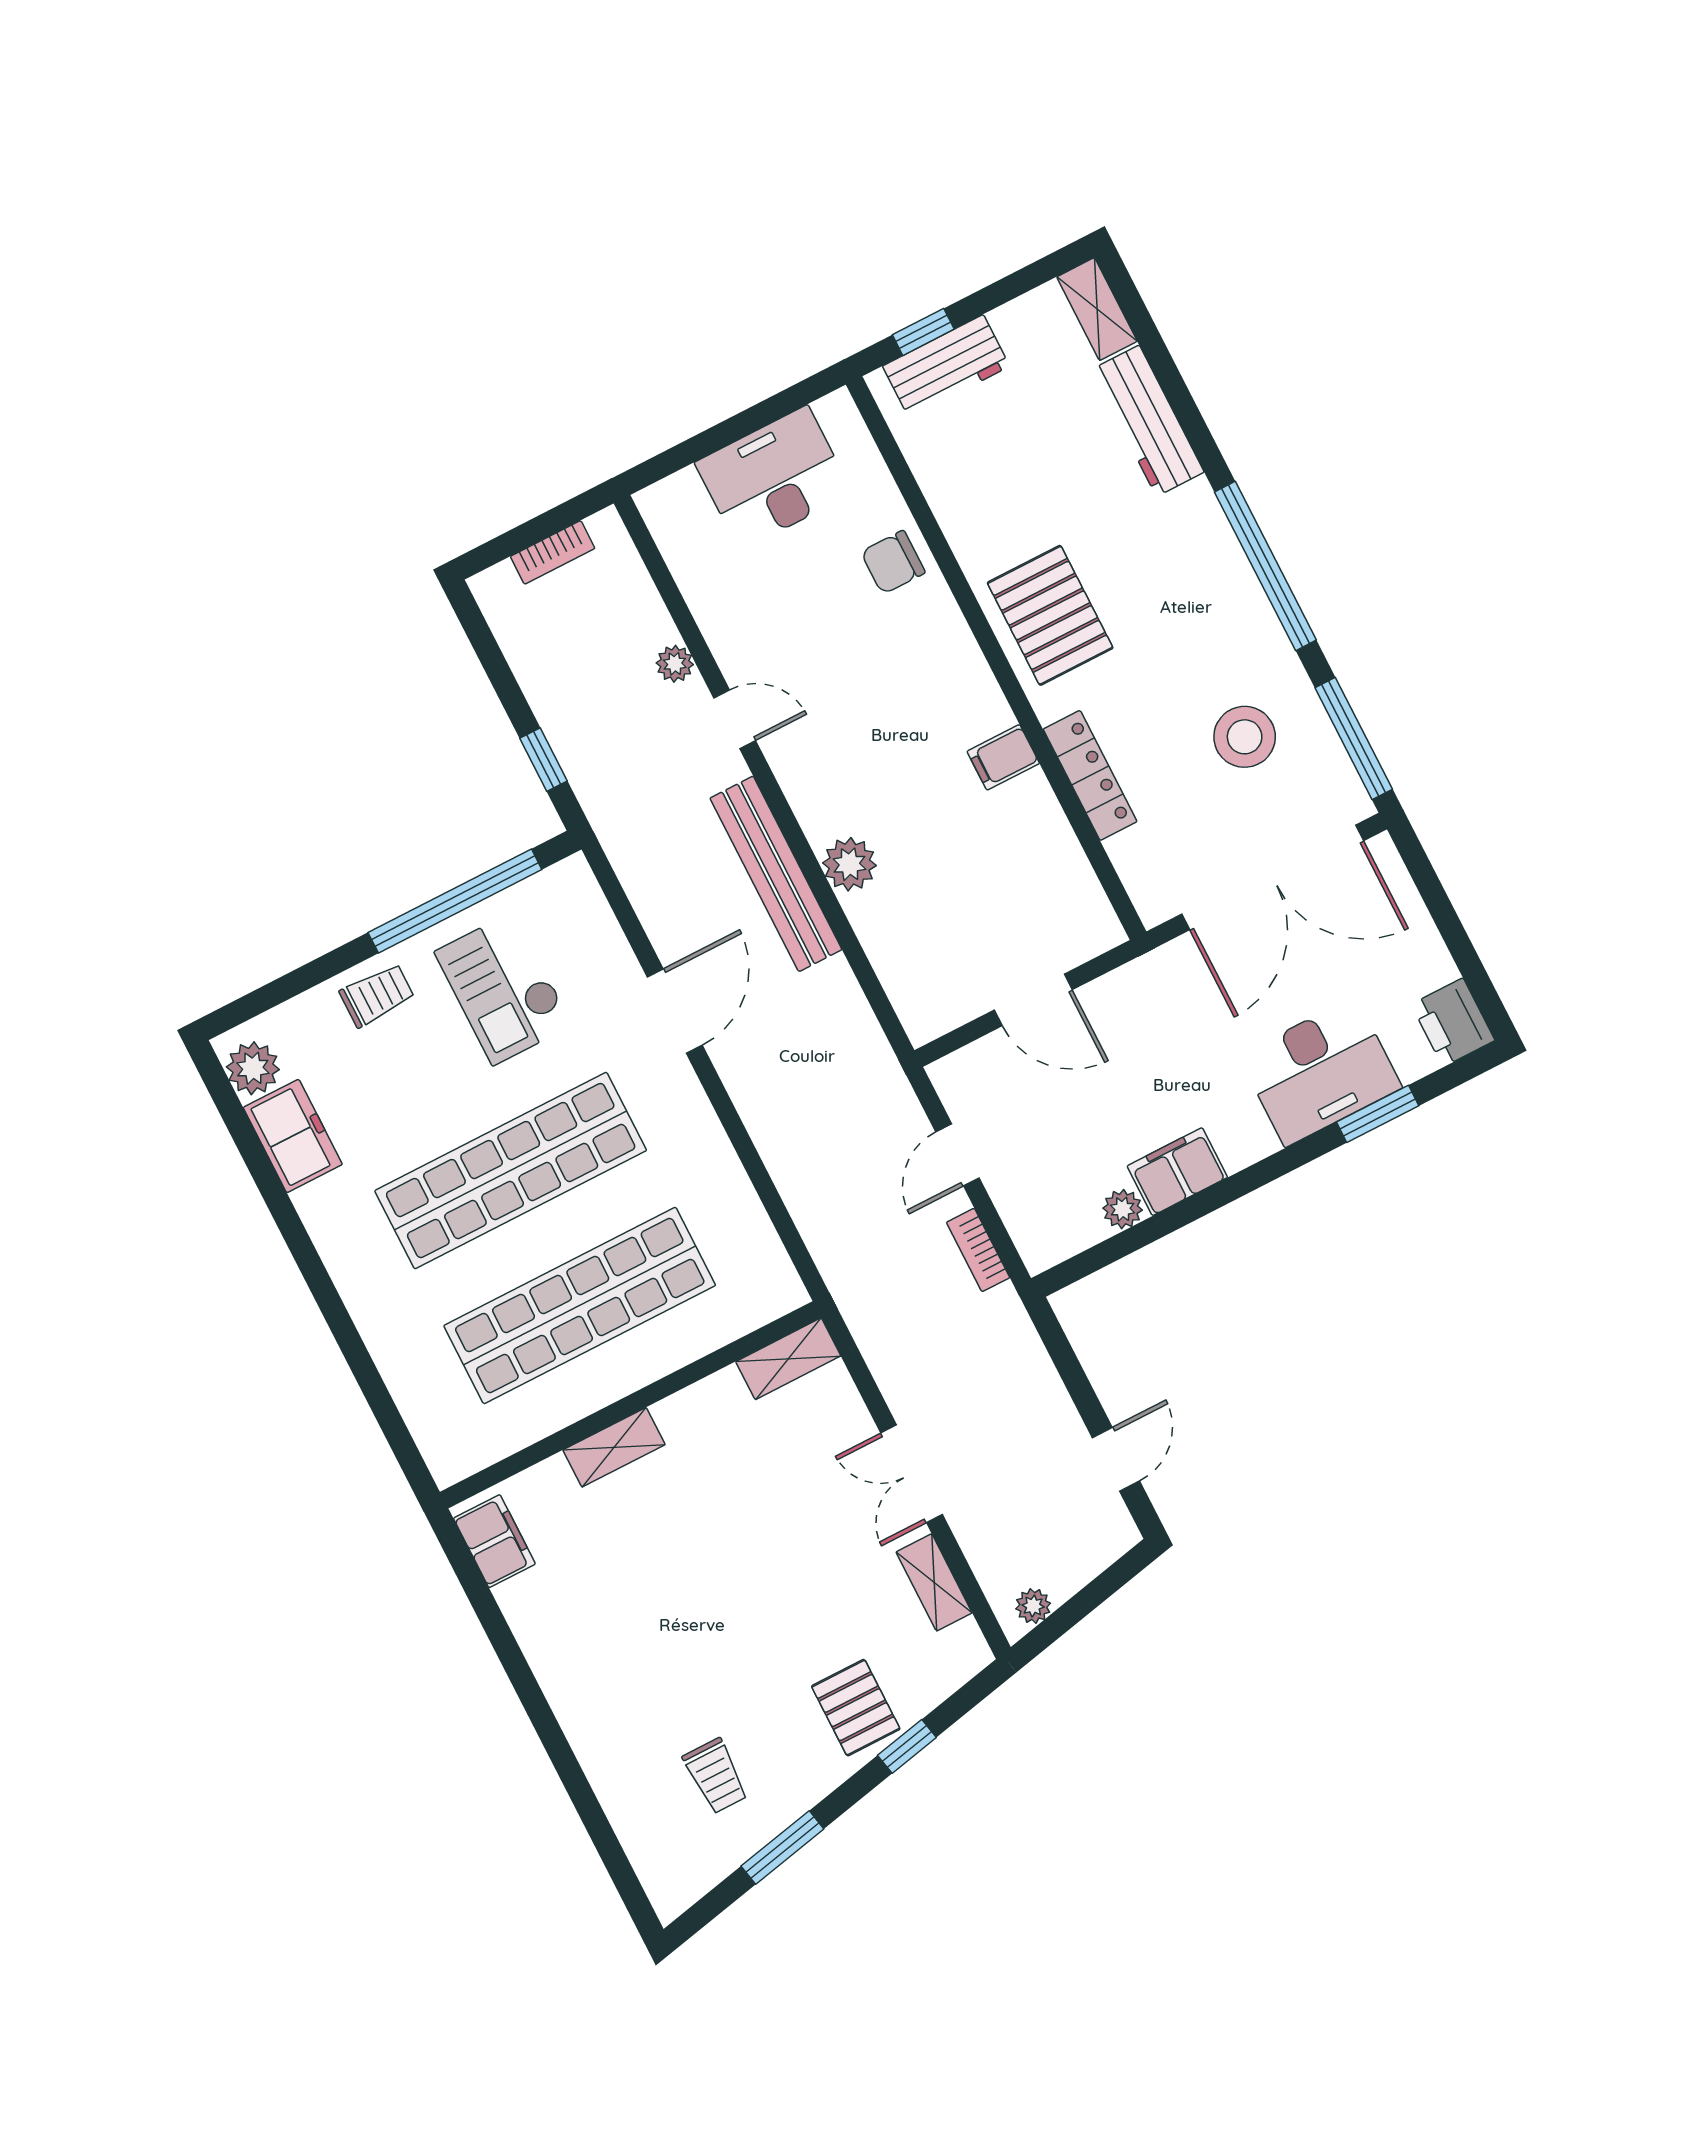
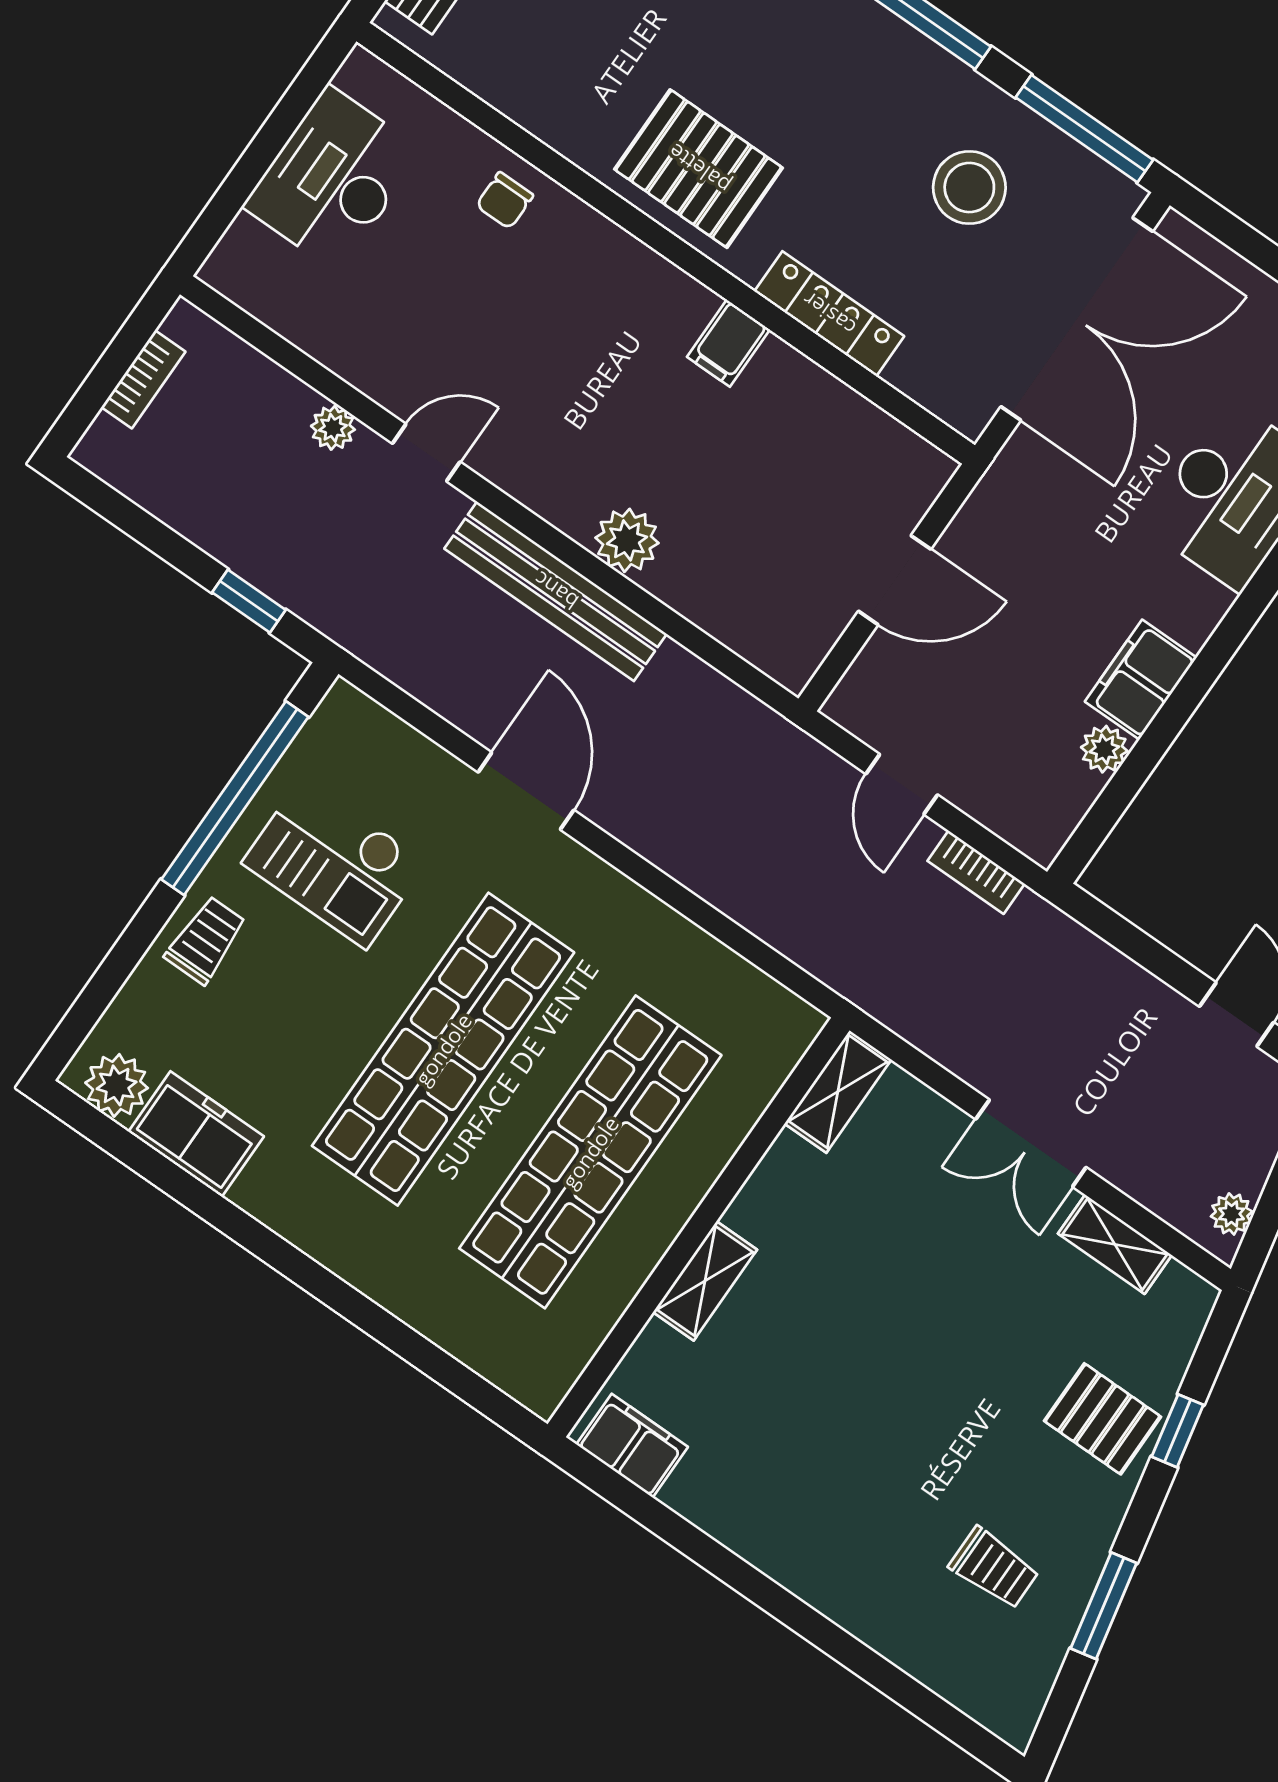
chair: (893, 562) -> (505, 200), width x0.73, depth x0.73

